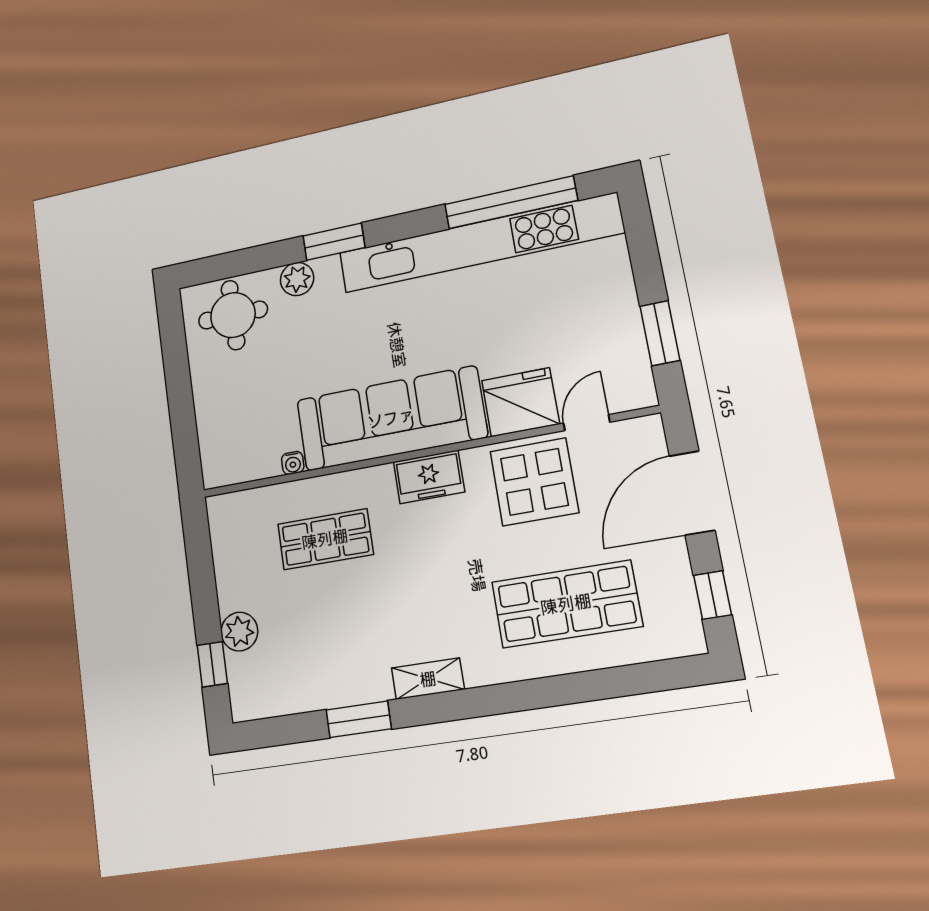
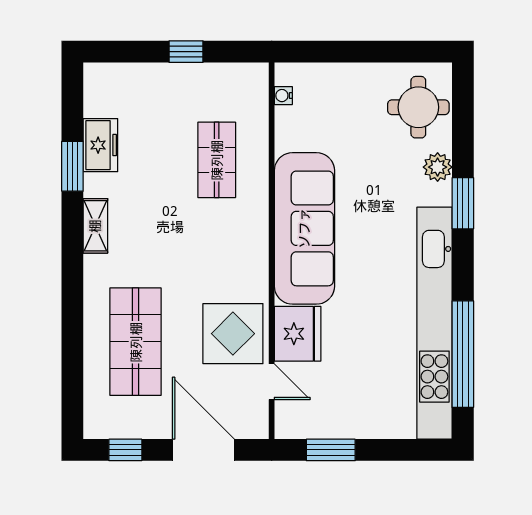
water cooler: (293, 463) -> (283, 96), moved
freezer: (429, 477) -> (100, 145), moved, turned 180
plant: (239, 632) -> (155, 78), removed
window: (212, 664) -> (186, 52), moved

